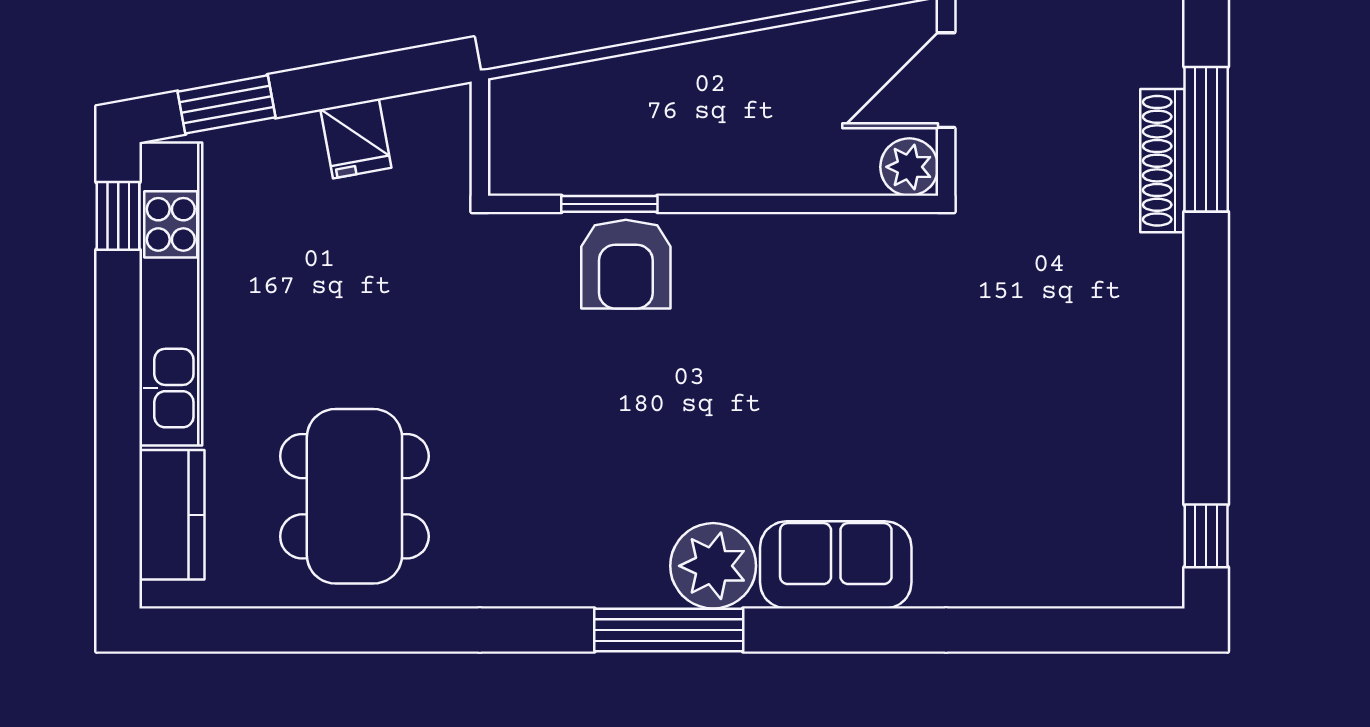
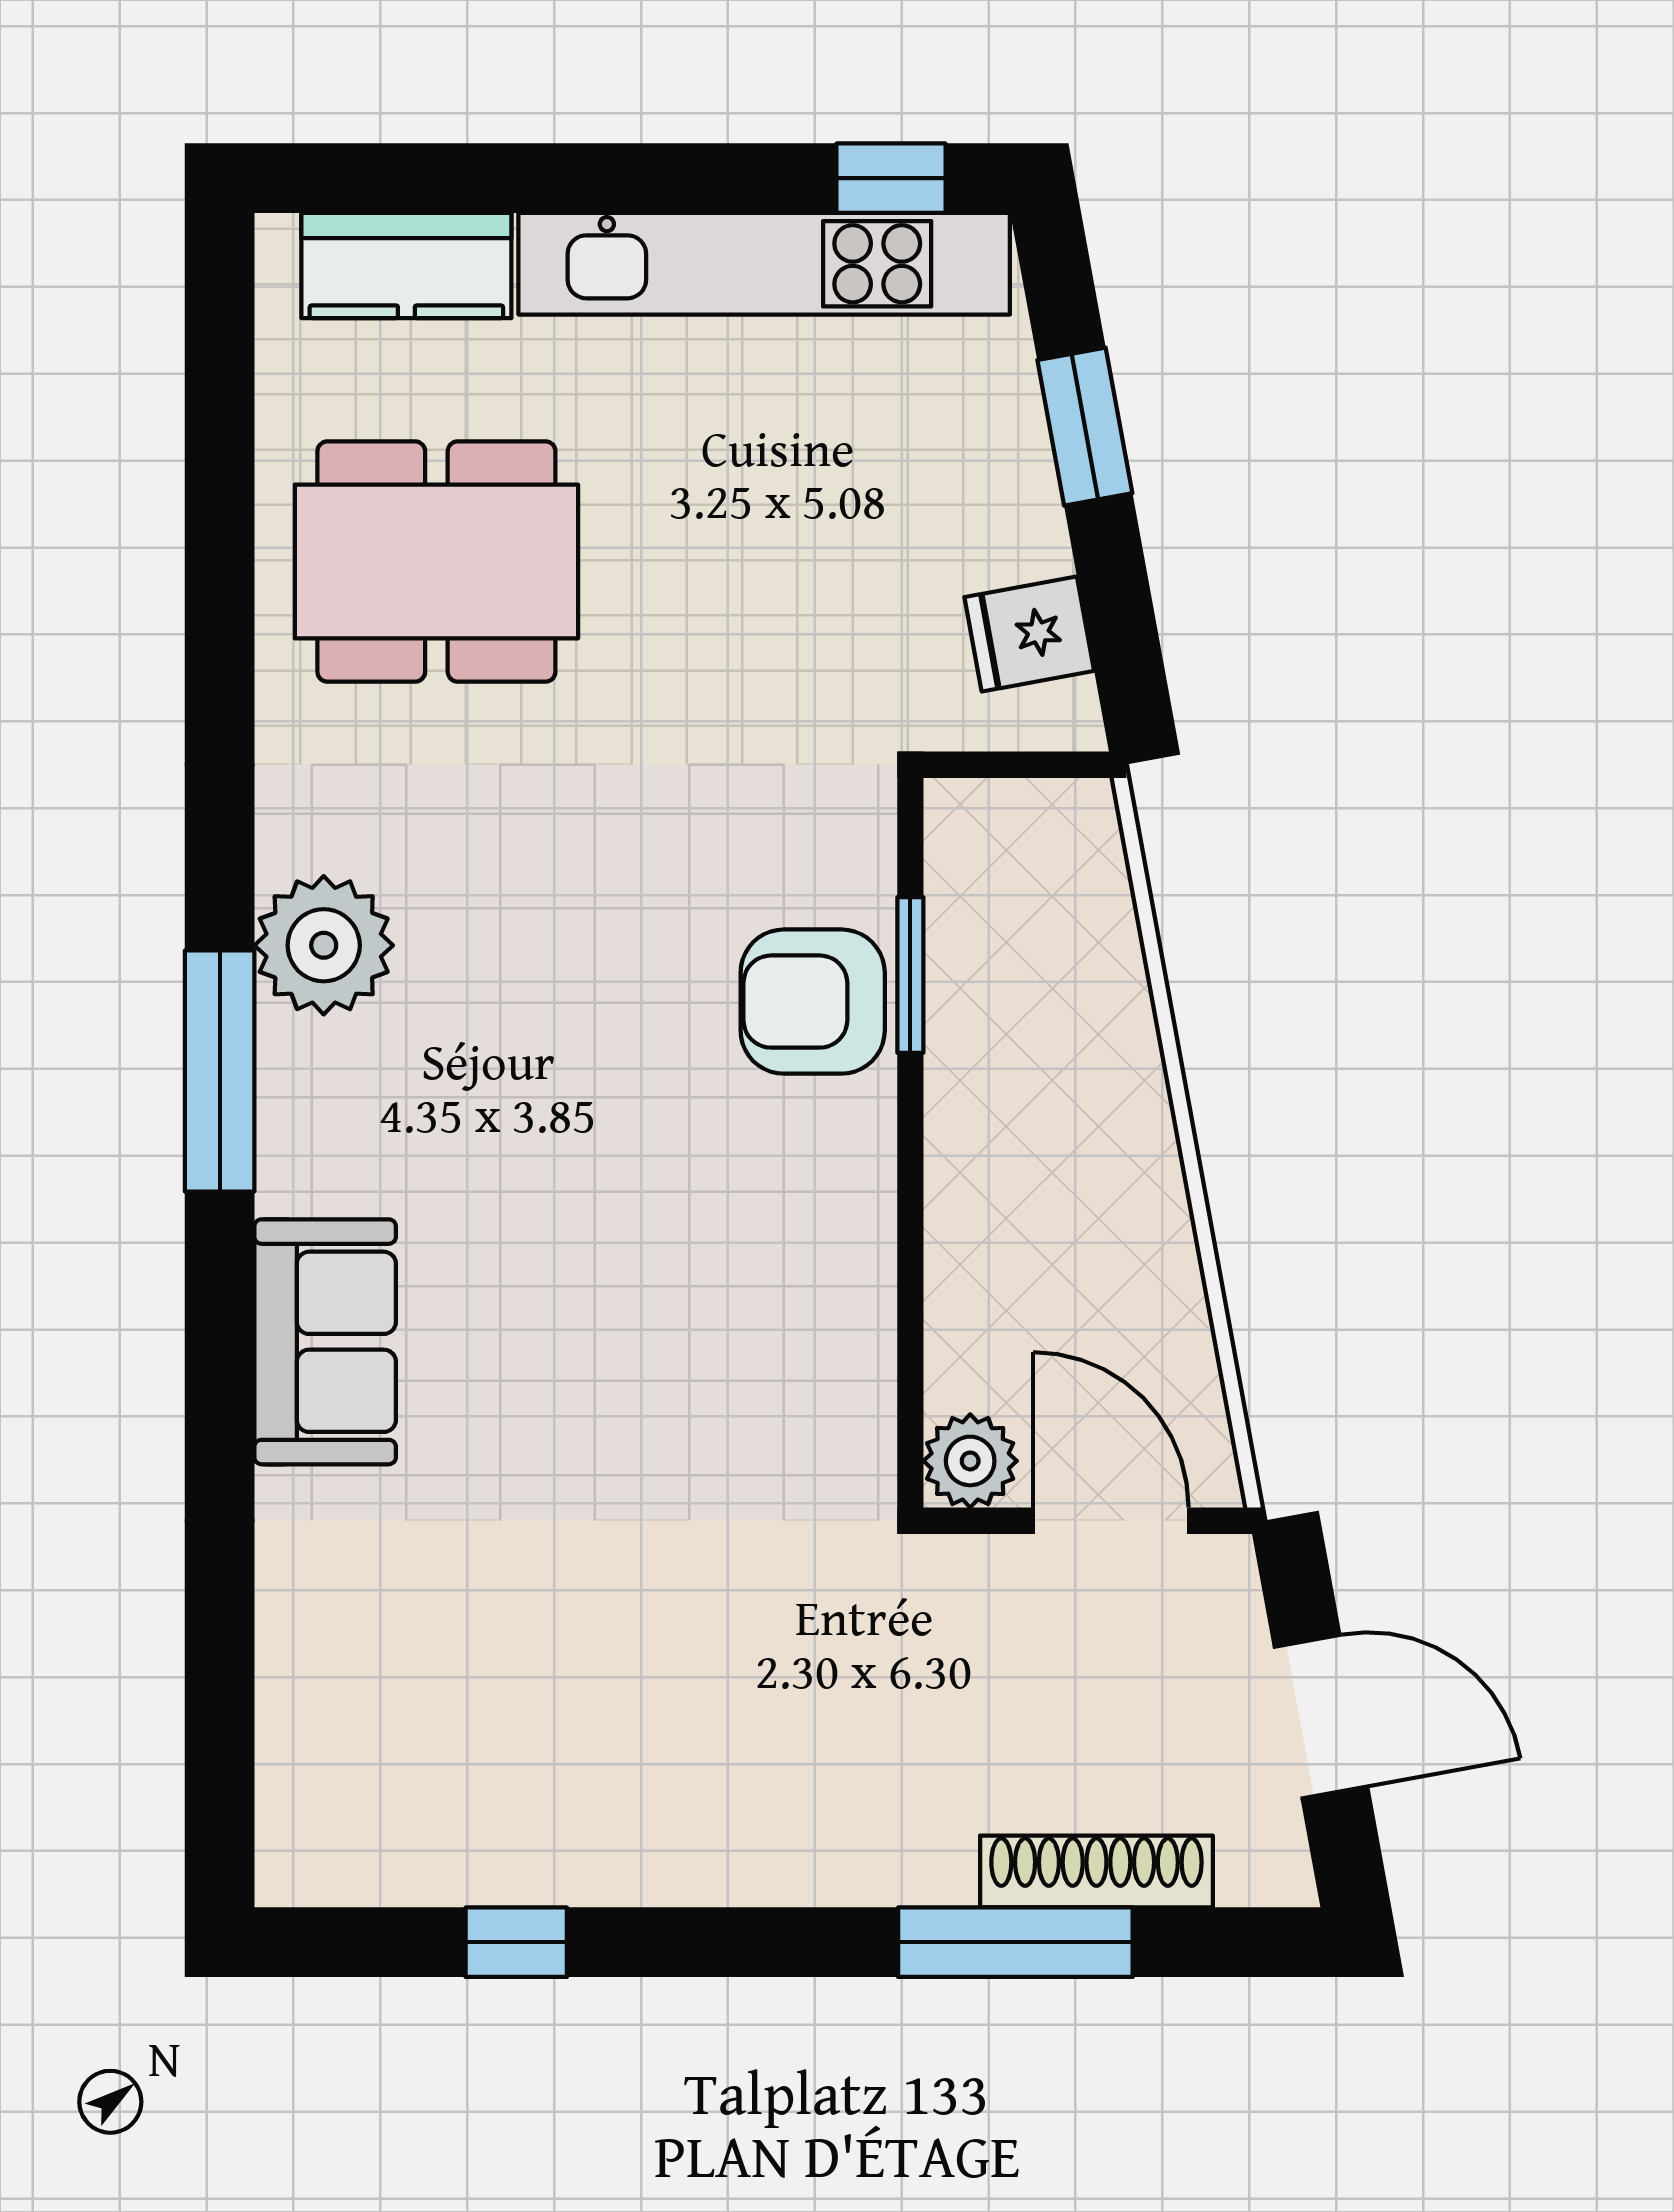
window: (226, 104) -> (1085, 427), moved
fridge: (356, 138) -> (1029, 634), moved
shoe rack: (1163, 161) -> (1096, 1871), moved
window: (1206, 536) -> (516, 1942), moved
plant: (713, 566) -> (324, 945), moved

